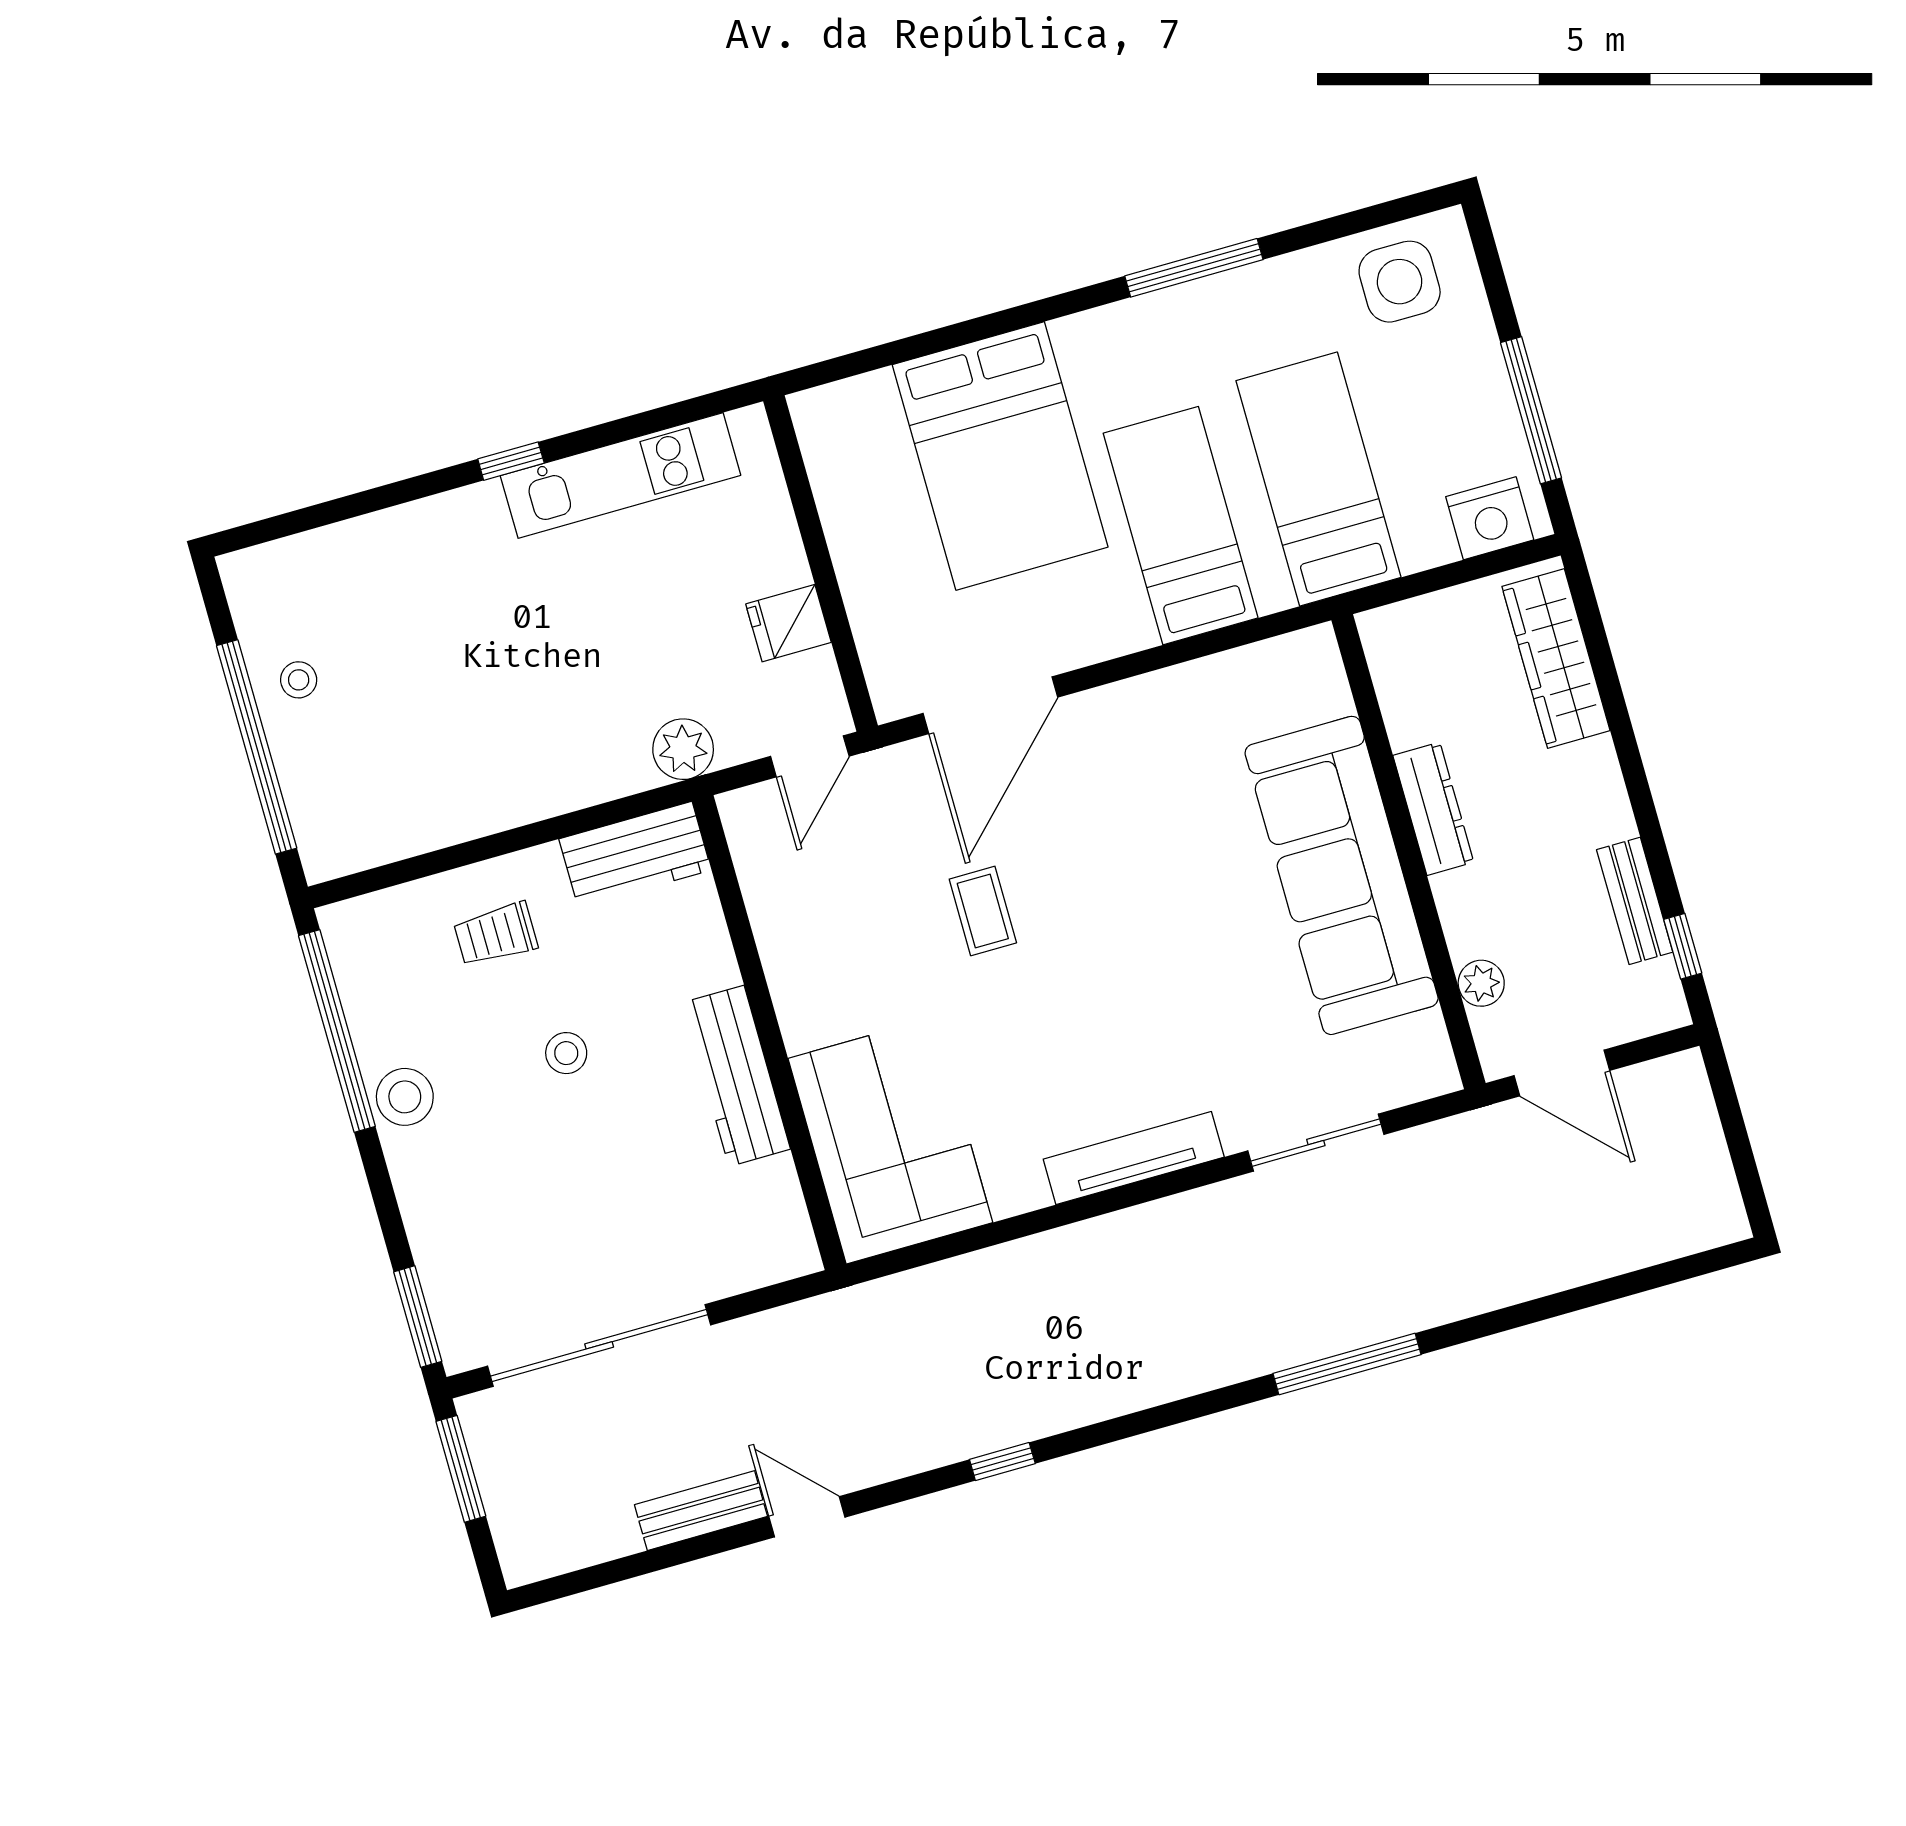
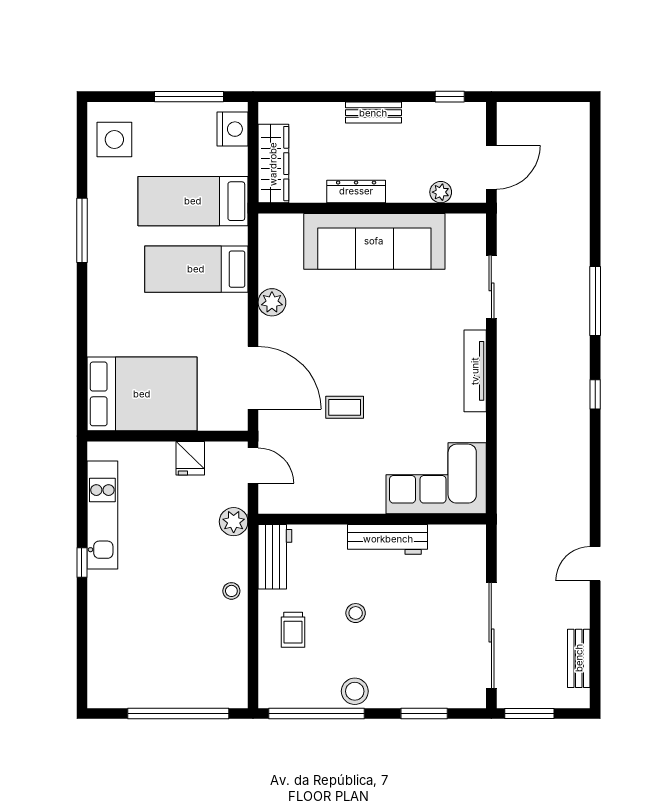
bed: (1000, 456) -> (142, 394), moved
wardrobe: (1556, 659) -> (273, 164), moved, turned -90
stool: (299, 680) -> (231, 591), moved
plant: (1156, 700) -> (272, 302), added
bench: (1635, 901) -> (373, 113), moved
window: (418, 1317) -> (424, 713), moved
window: (1002, 1462) -> (595, 394), moved
bench: (701, 1511) -> (579, 658), moved

